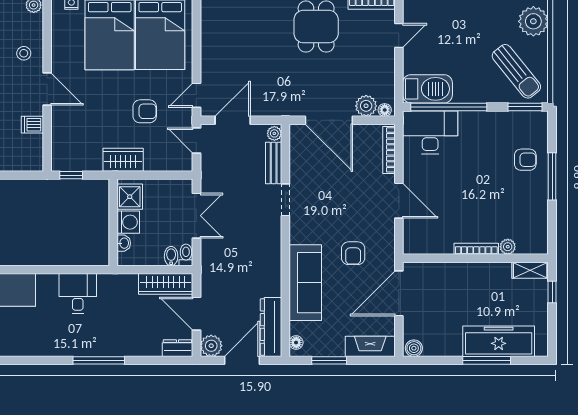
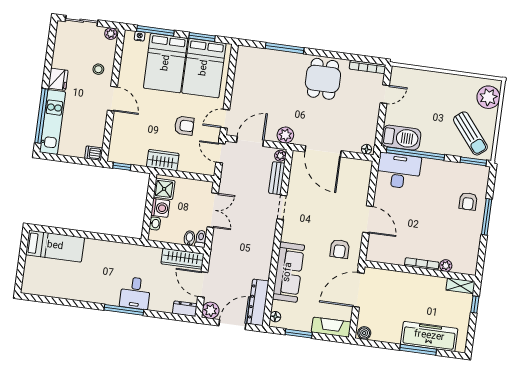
plant: (366, 106) -> (285, 135), moved
dishwasher: (32, 125) -> (94, 153), moved
bookcase: (389, 150) -> (366, 180), removed
armchair: (525, 160) -> (468, 201), turned 90
armchair: (353, 253) -> (340, 249), moved
desk: (78, 293) -> (135, 293), moved, turned 180

